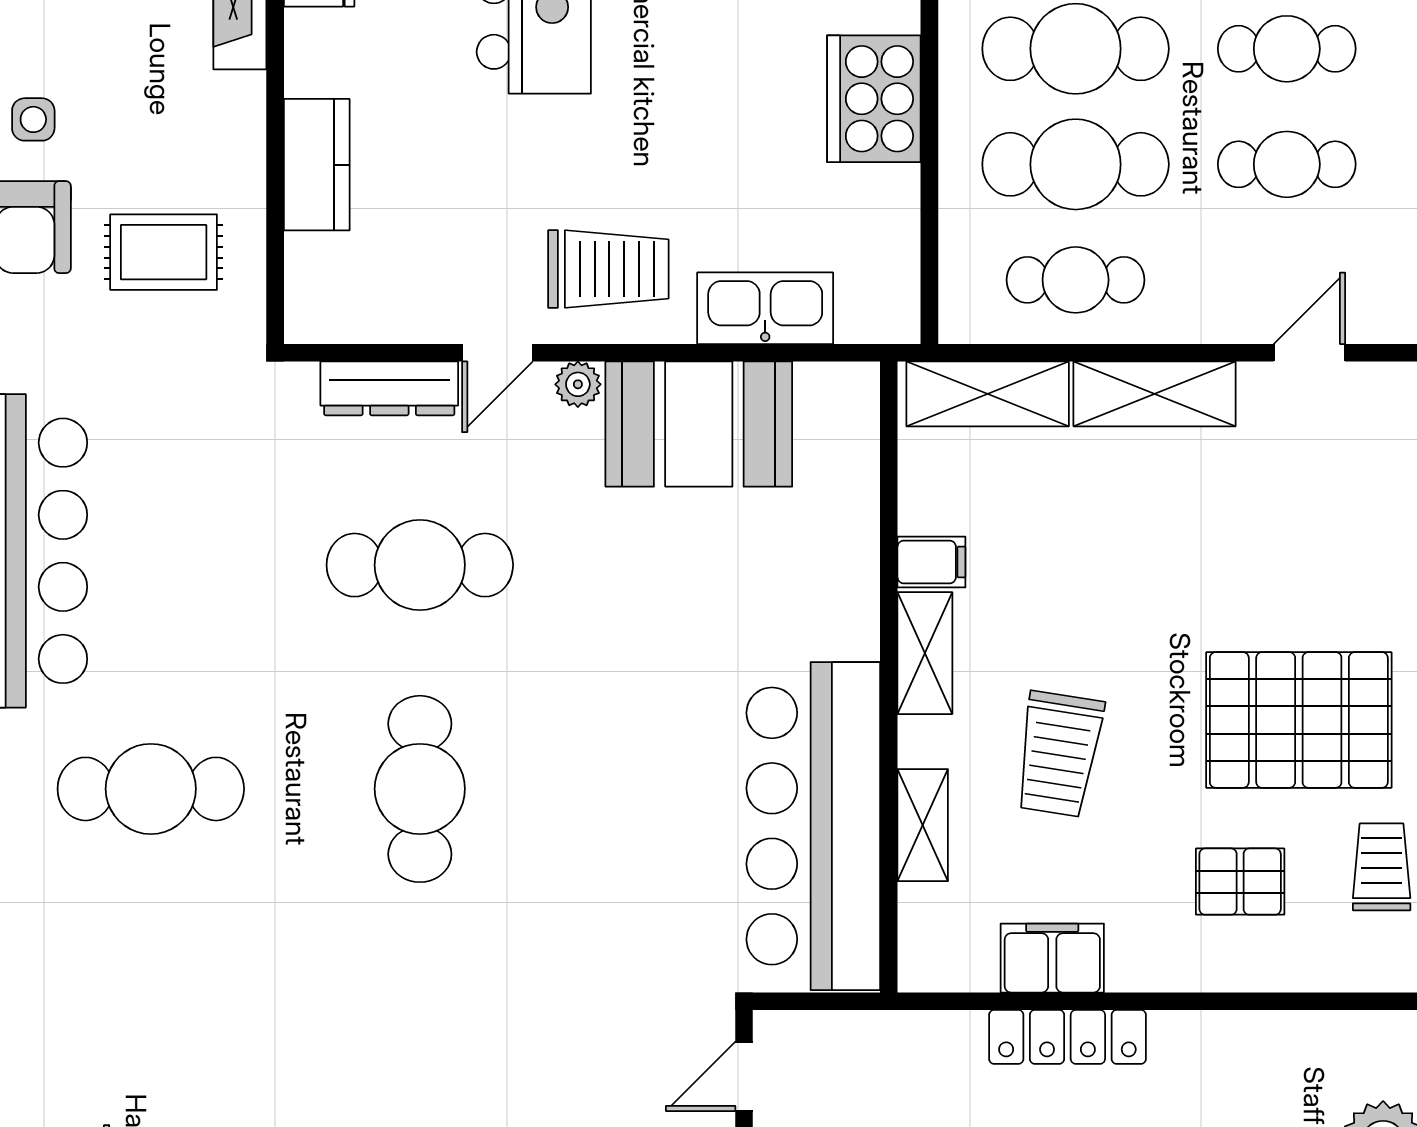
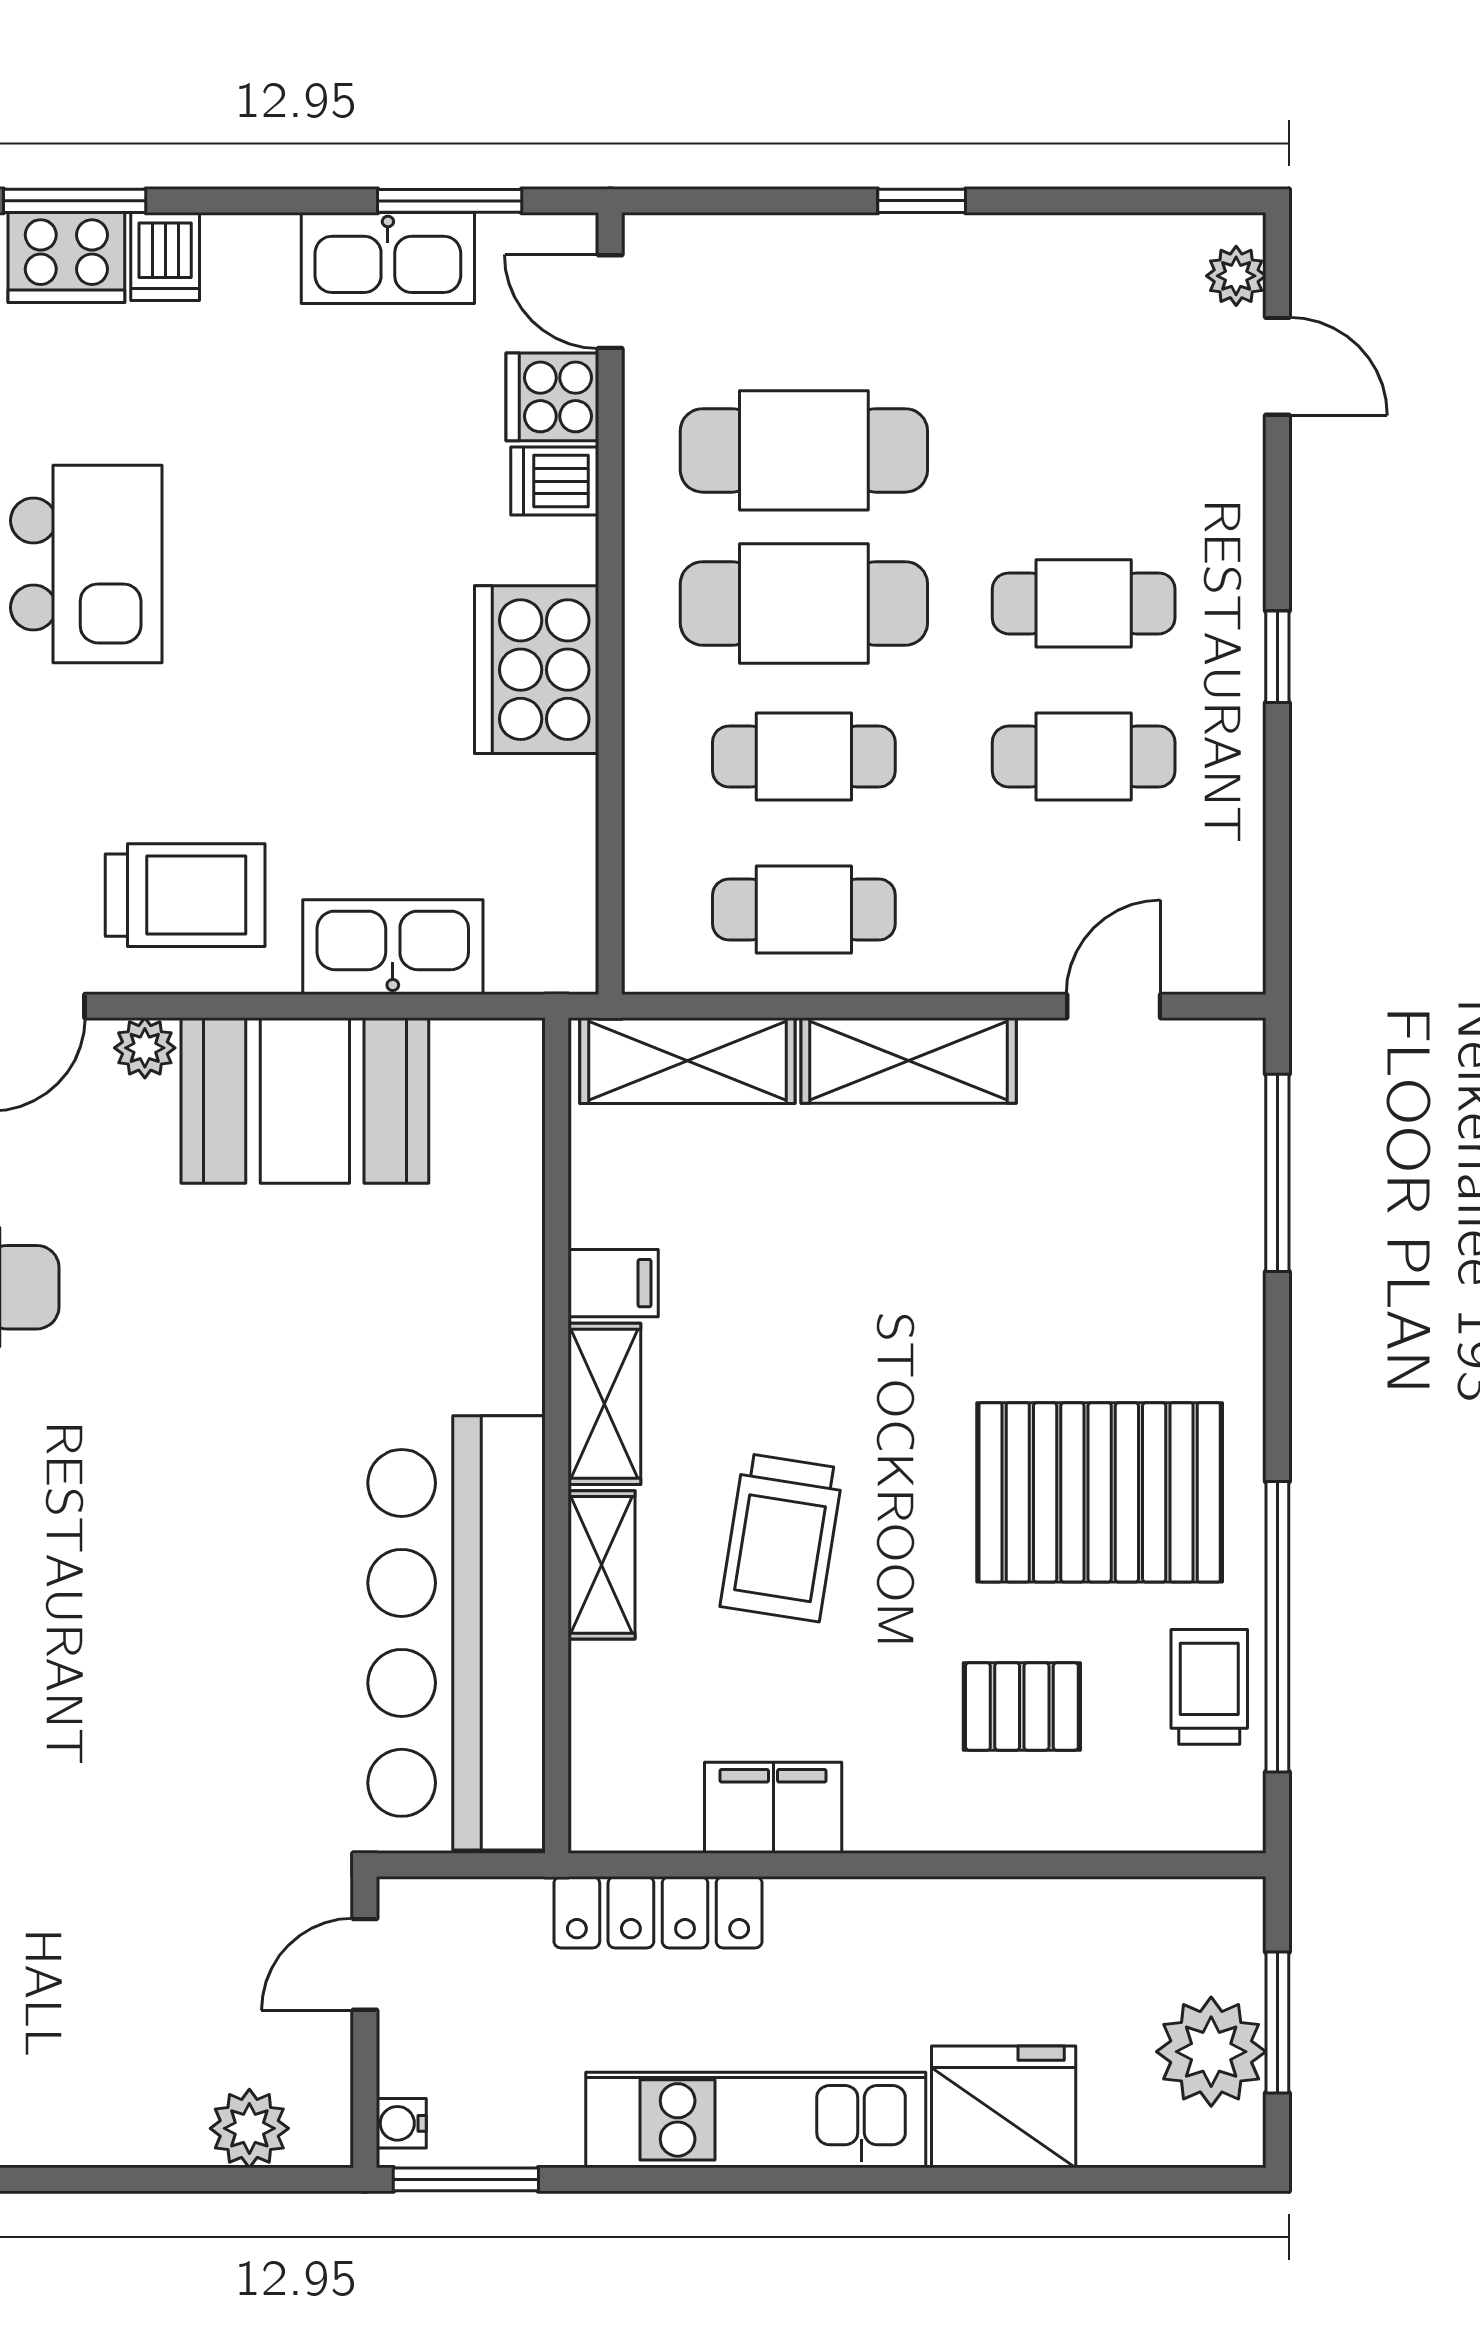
cafe table: (1076, 164) -> (804, 756), width x0.73, depth x0.74
shelving: (923, 825) -> (601, 1565), moved
locker: (1067, 1037) -> (658, 1912), moved

